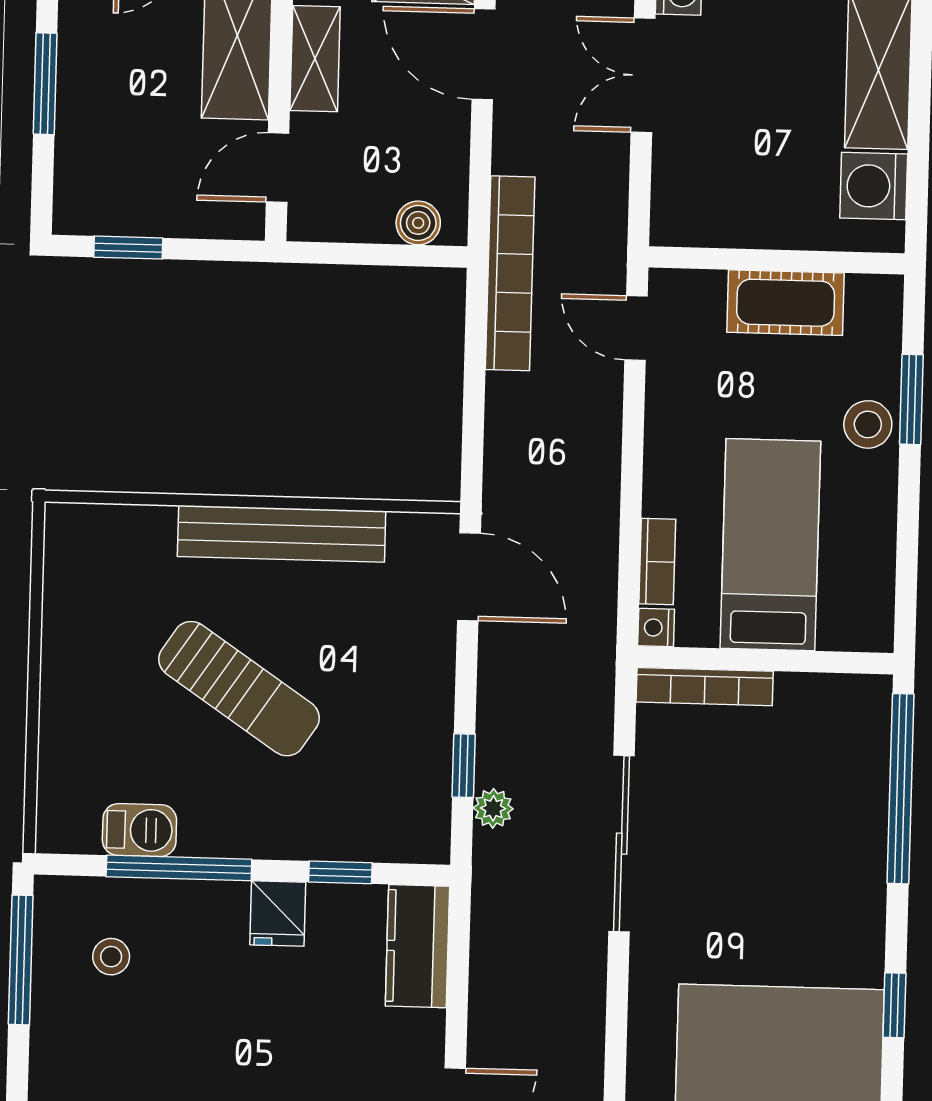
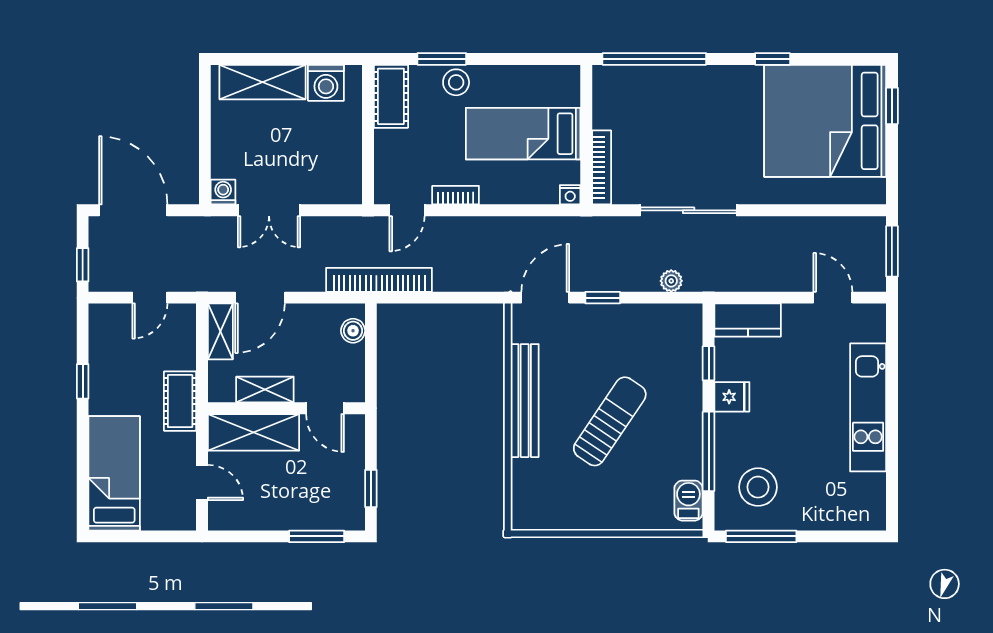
window: (45, 84) -> (317, 536), moved
cot: (786, 303) -> (391, 96), moved
bookcase: (657, 562) -> (456, 195), moved
window: (464, 766) -> (603, 298), moved
barbecue: (139, 830) -> (688, 501), moved
stool: (111, 957) -> (758, 487), width x1.89, depth x1.89

